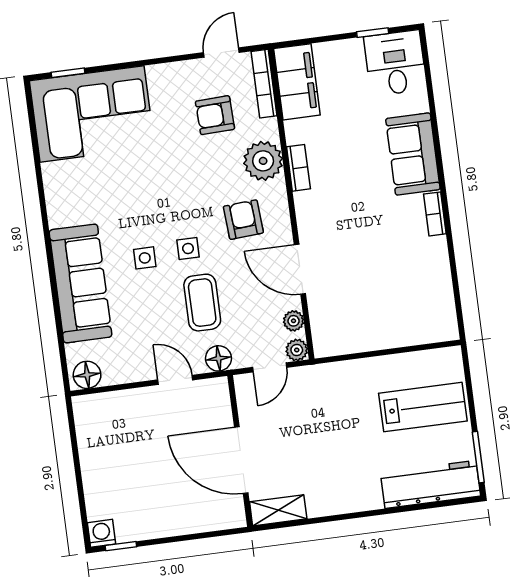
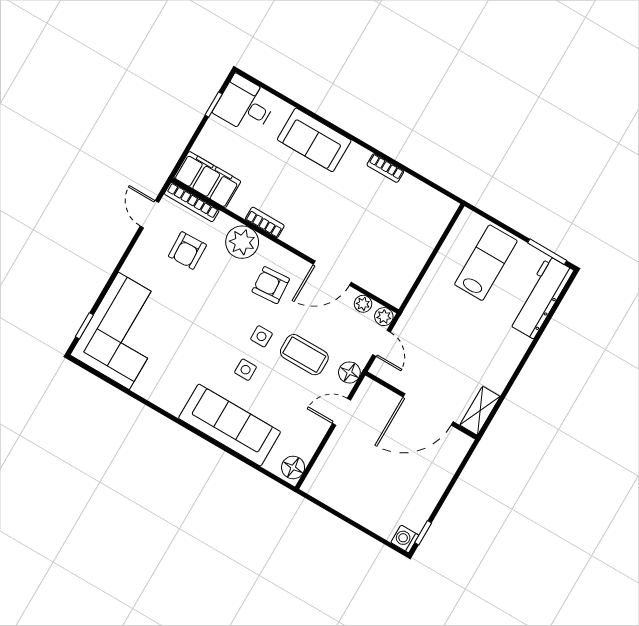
bookcase: (435, 214) -> (385, 168), moved

